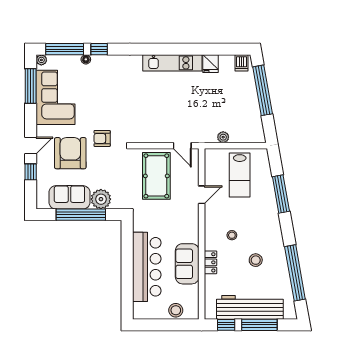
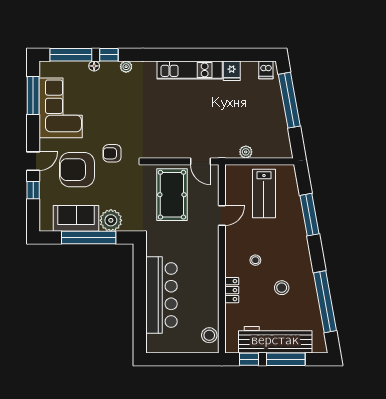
plant: (41, 60) -> (126, 67), moved
armchair: (70, 153) -> (77, 170), turned -90
sofa: (187, 264) -> (206, 292), removed
stool: (176, 310) -> (209, 335), moved

